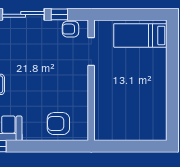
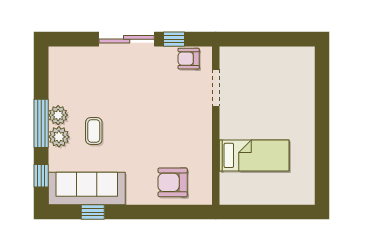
bed: (140, 35) -> (254, 155), moved, turned 180

